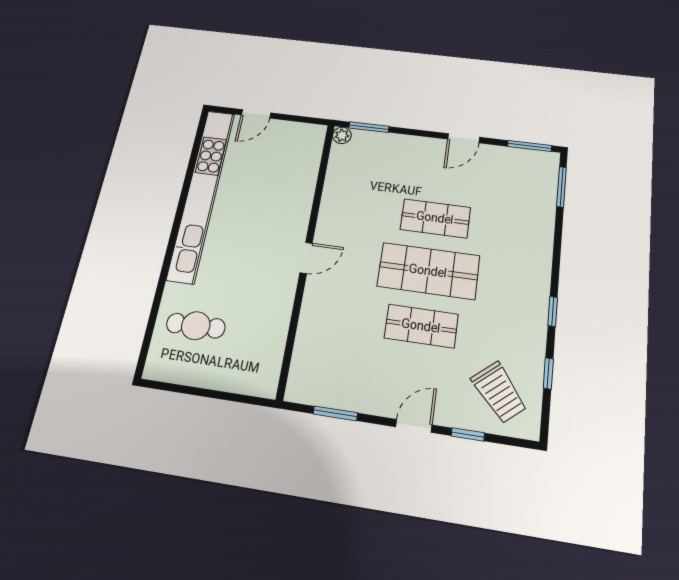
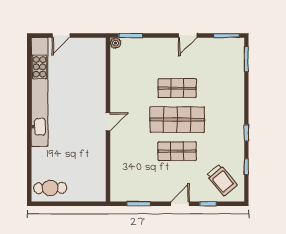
cafe table: (196, 326) -> (50, 188), moved

